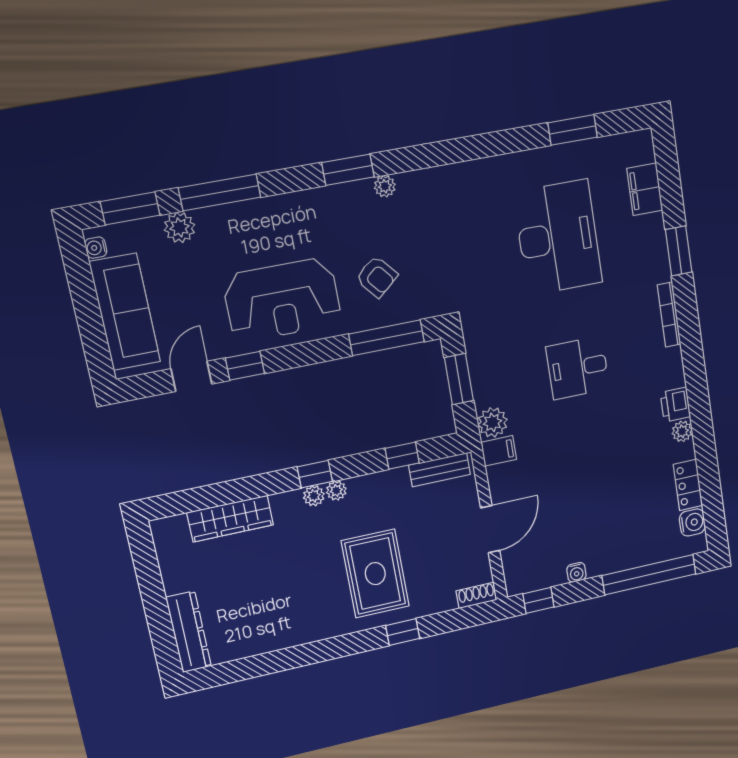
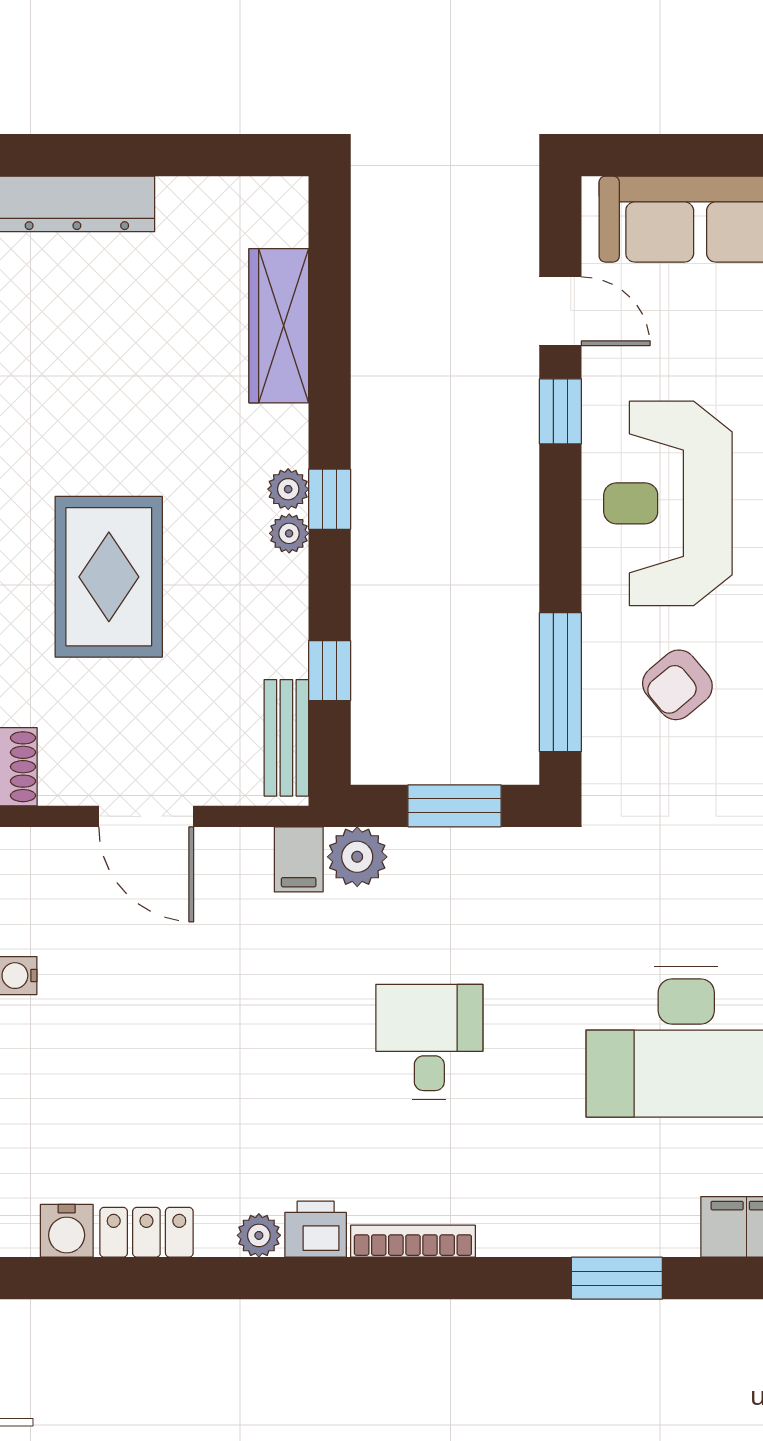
bookcase: (669, 315) -> (413, 1241), moved
rug: (375, 574) -> (109, 577), turned 90

